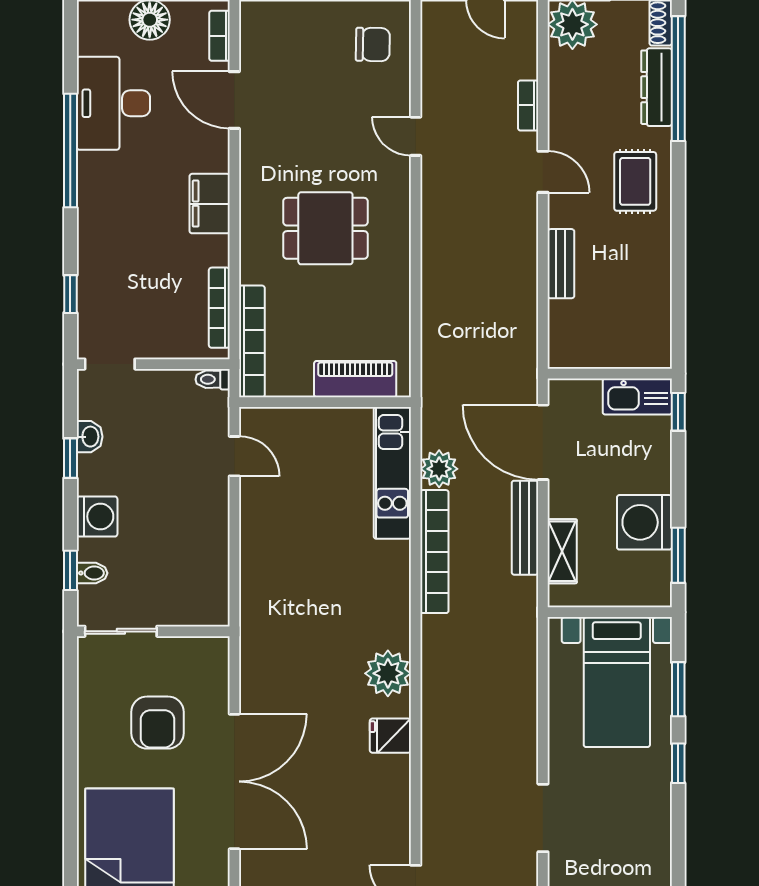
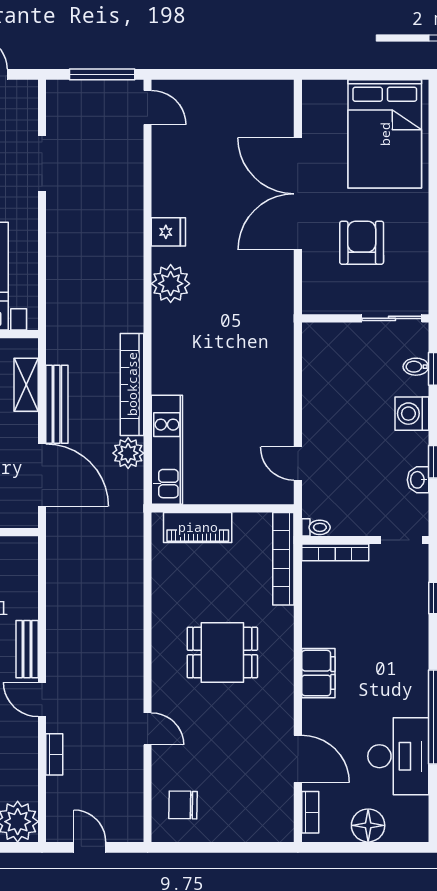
bench: (561, 264) -> (27, 649), moved
bookcase: (219, 308) -> (335, 552), moved, turned 90

